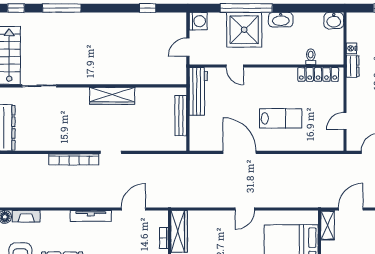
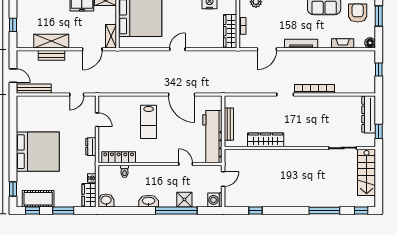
wardrobe: (355, 27) -> (89, 195), added
shower: (244, 30) -> (184, 200), width x0.54, depth x0.54
dresser: (353, 66) -> (91, 147), moved
workbench: (198, 91) -> (212, 137), width x1.36, depth x1.32
wardrobe: (112, 96) -> (266, 140), moved
lab bench: (281, 118) -> (149, 122), turned -90
door: (345, 121) -> (97, 120), hinge flipped
fireplace: (26, 216) -> (343, 43), moved

